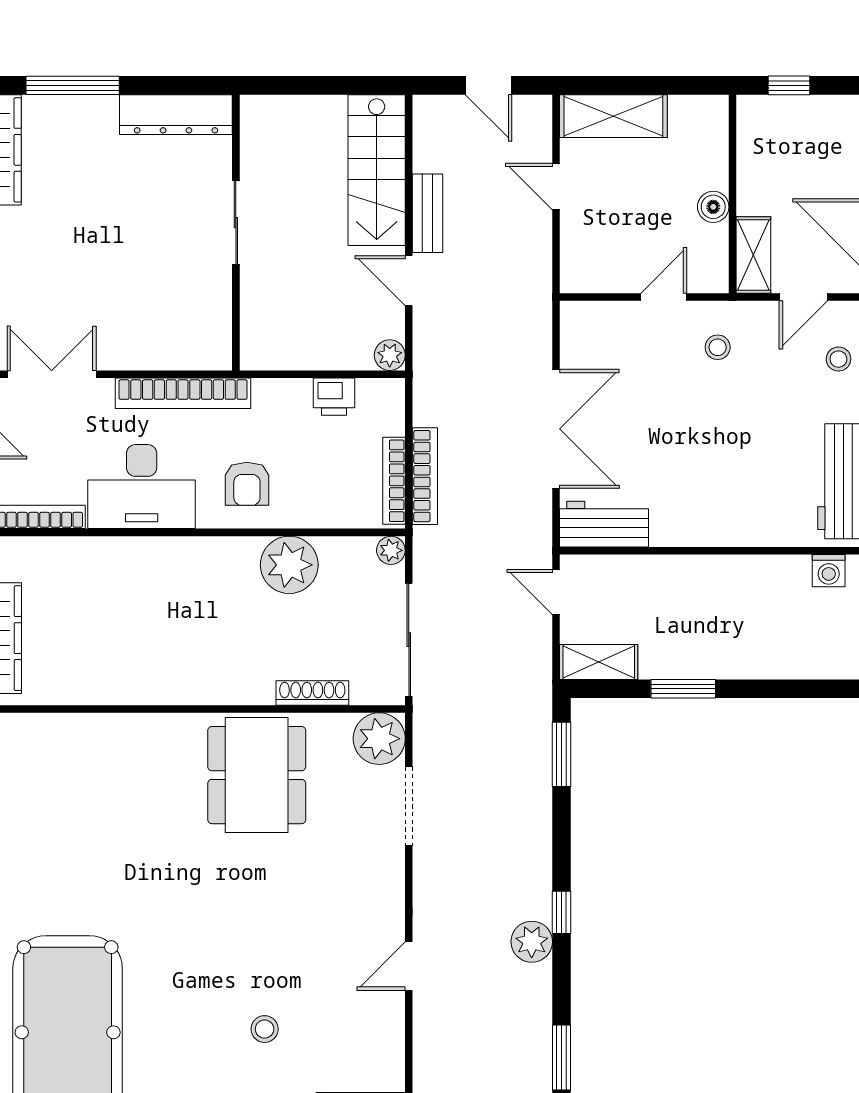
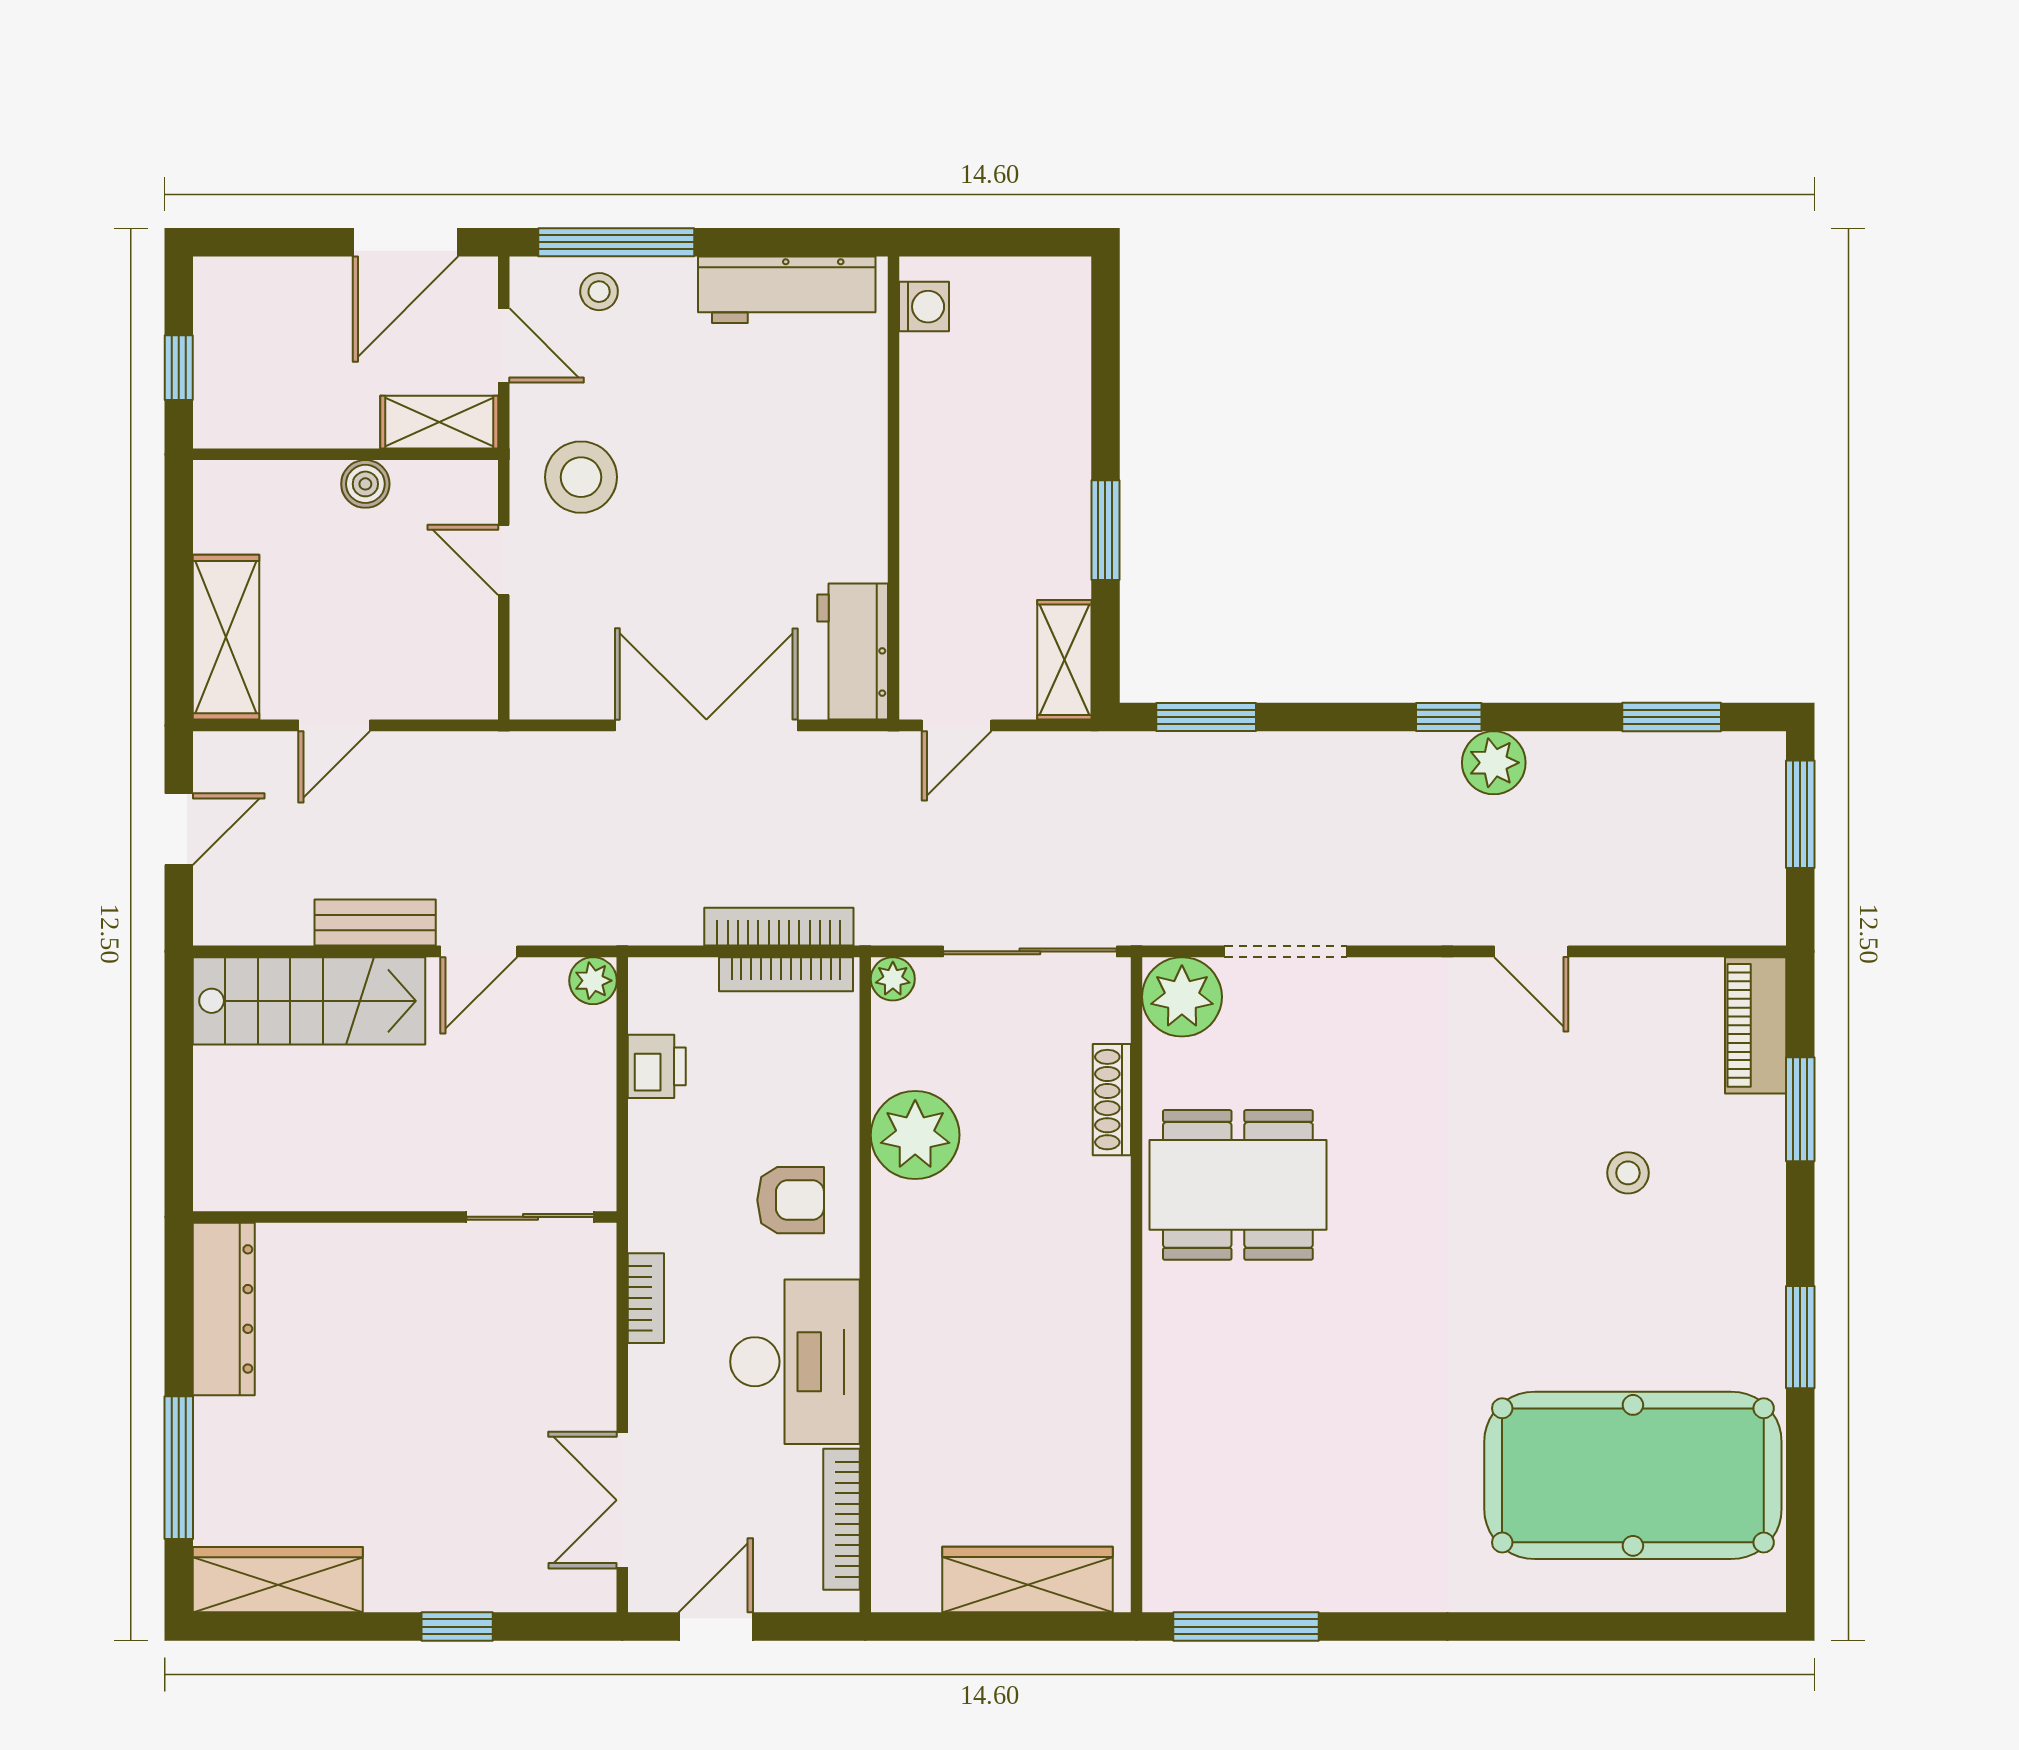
sliding door: (236, 223) -> (530, 1217), moved
stool: (718, 347) -> (581, 477), width x1.89, depth x1.89
bookcase: (183, 393) -> (646, 1298), width x0.43, depth x0.76

